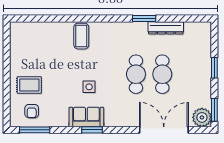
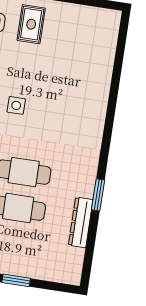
coffee table: (81, 36) -> (87, 105), removed

